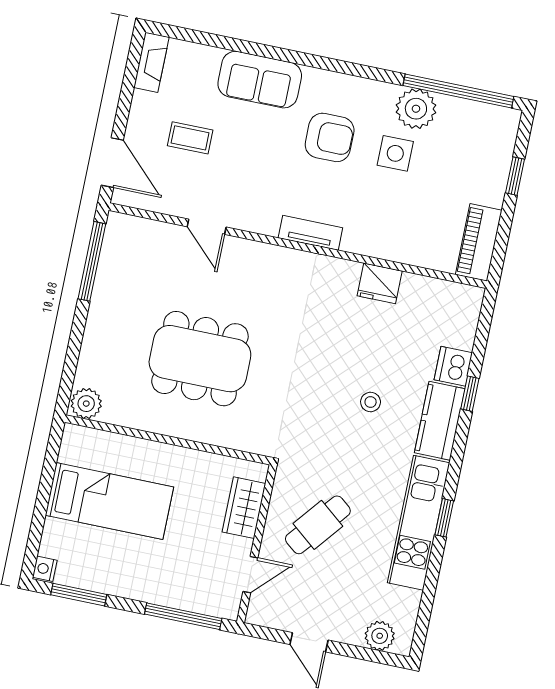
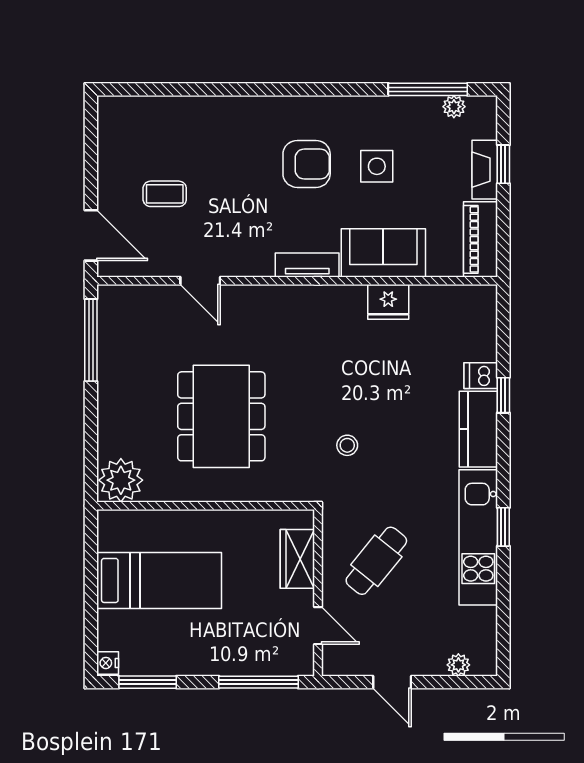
fireplace: (151, 62) -> (485, 170), moved, turned 180
sofa: (260, 80) -> (383, 253), moved, turned 180
window: (458, 91) -> (428, 89), width x0.68
plant: (416, 109) -> (454, 107), moved, width x0.53, depth x0.53
dining table: (200, 359) -> (221, 416), turned 90
dishwasher: (453, 366) -> (481, 376), width x0.73
stool: (371, 402) -> (347, 445), moved
plant: (86, 404) -> (121, 480), width x1.36, depth x1.36
door: (250, 575) -> (318, 626), hinge flipped
plant: (380, 636) -> (458, 665), width x0.73, depth x0.73

